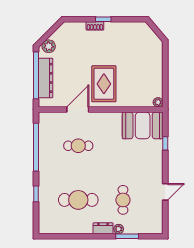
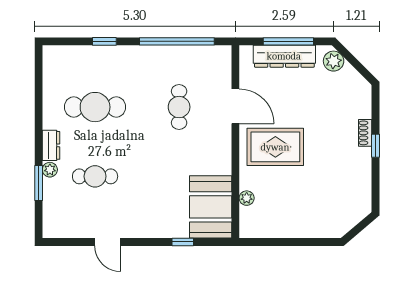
window: (36, 75) -> (288, 41), width x0.68
plant: (158, 102) -> (247, 198), moved
cafe table: (78, 200) -> (95, 107), turned 90

